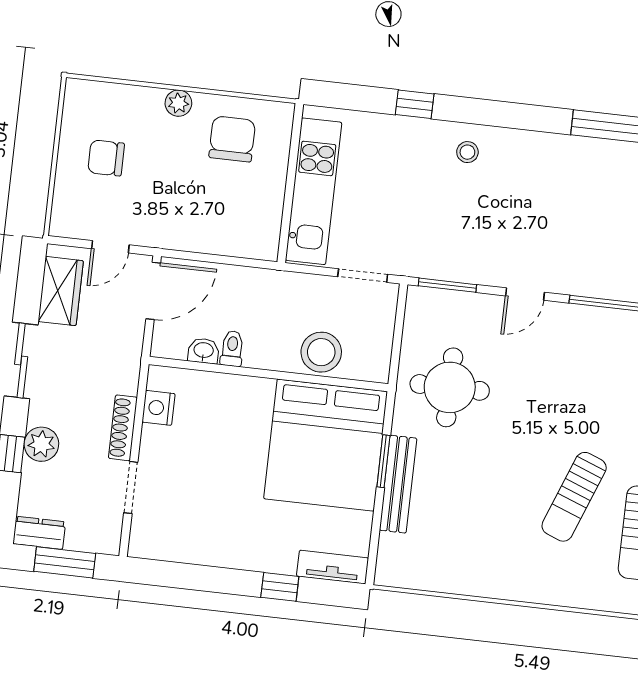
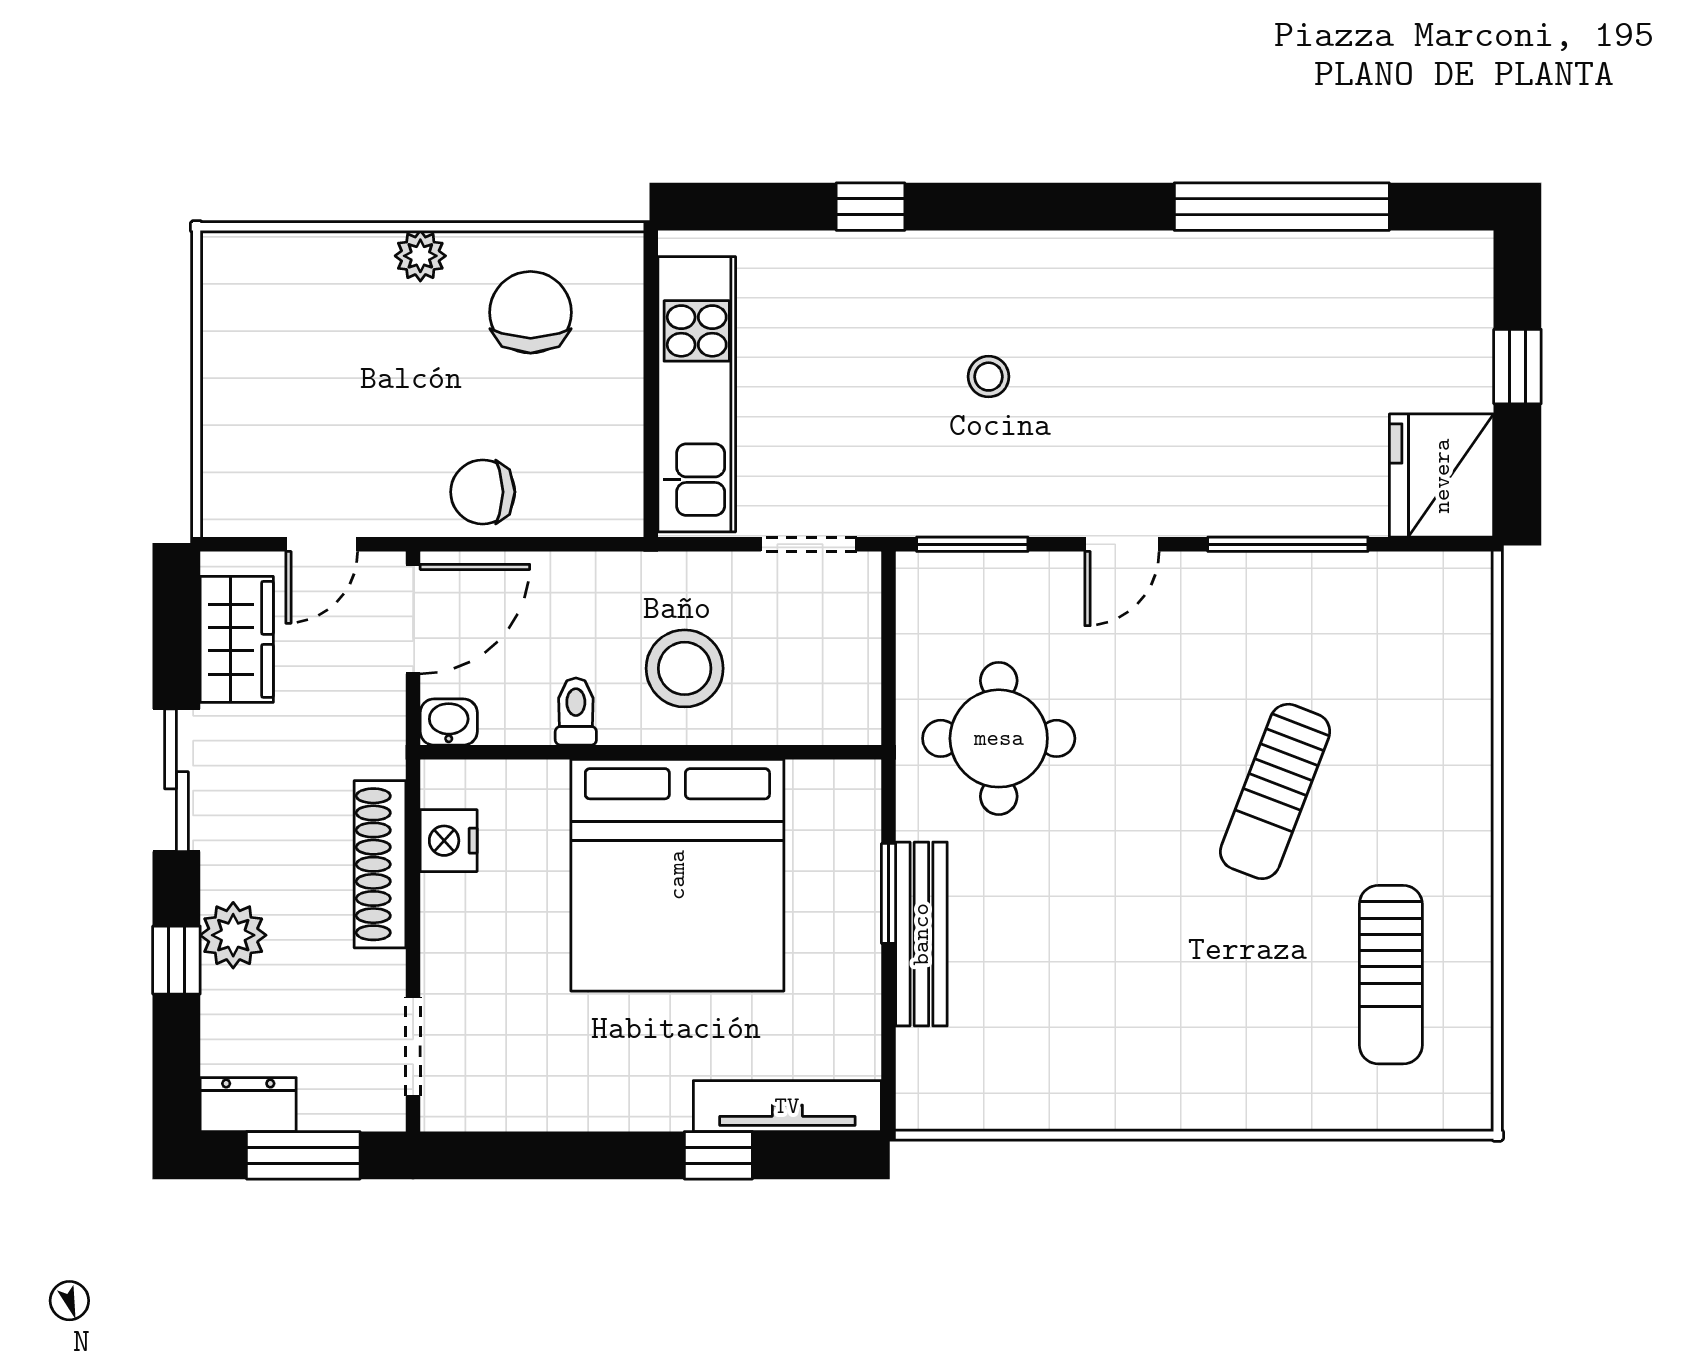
stool: (467, 152) -> (989, 377), moved
chair: (106, 158) -> (483, 492), moved
washbasin: (204, 351) -> (449, 722), moved
stool: (321, 352) -> (685, 668), moved
shoe rack: (123, 428) -> (380, 864), width x1.36, depth x1.24
bed: (326, 445) -> (677, 875), moved
doorway: (131, 487) -> (413, 1047), moved
sun lounger: (574, 497) -> (1275, 791), moved
tv unit: (333, 567) -> (787, 1106), width x1.41

